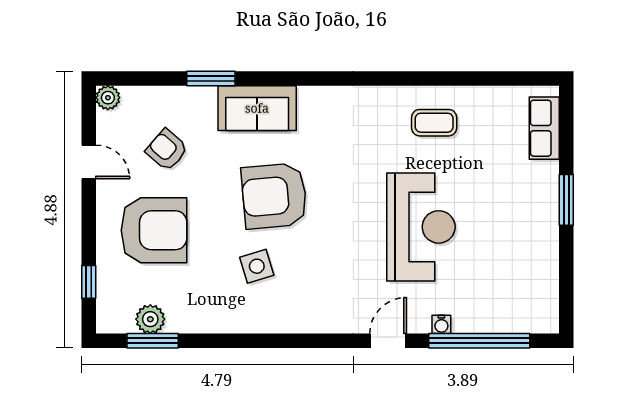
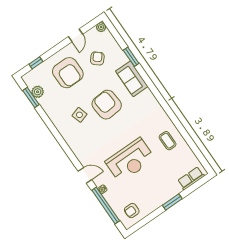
armchair: (526, 295) -> (132, 211), added

